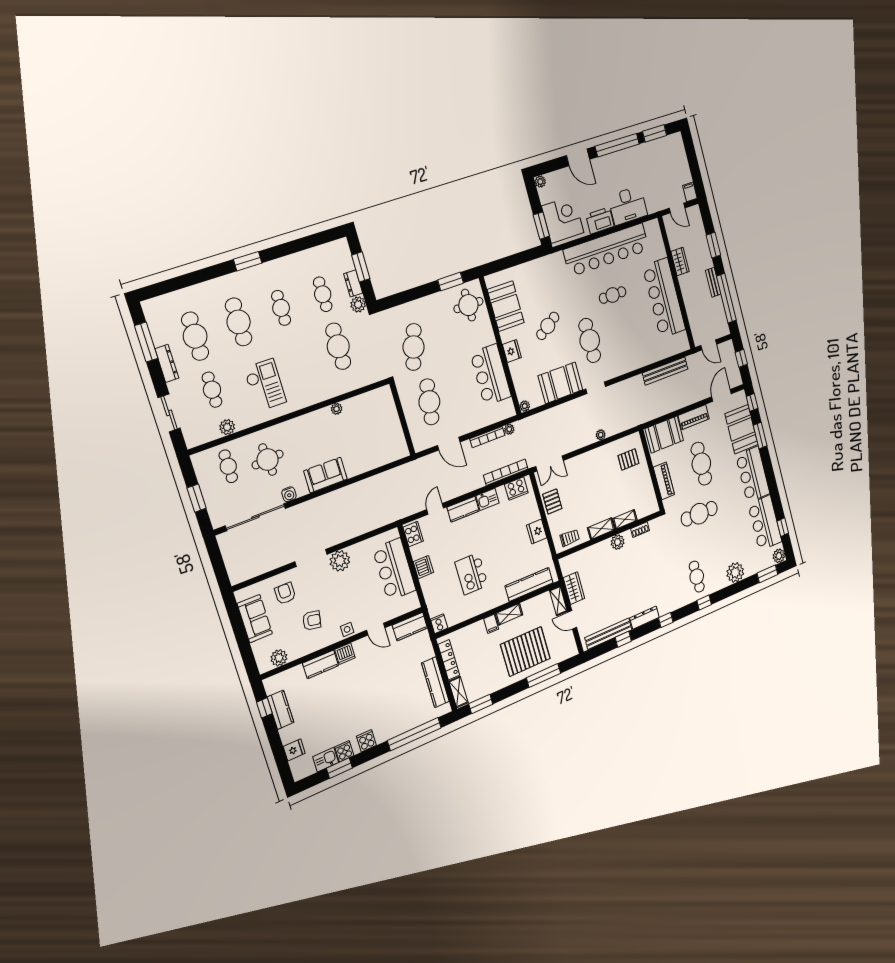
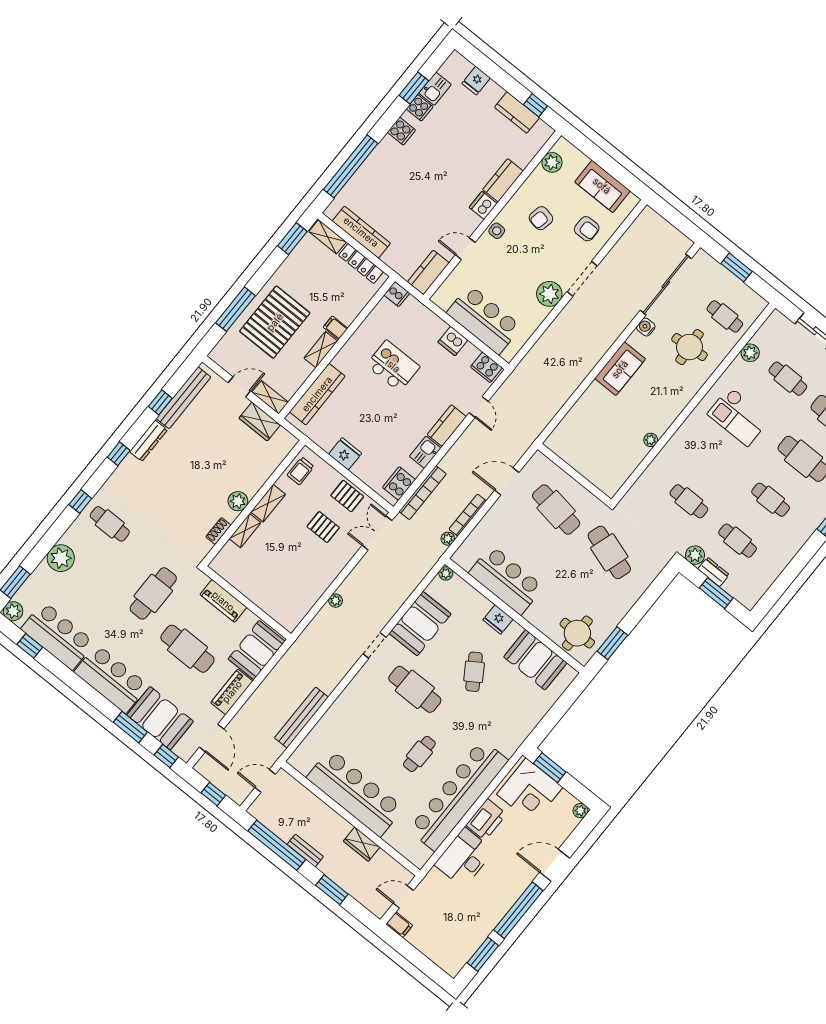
cafe table: (338, 346) -> (689, 501), width x0.73, depth x0.74
pallet: (628, 459) -> (323, 527), moved, turned 90

